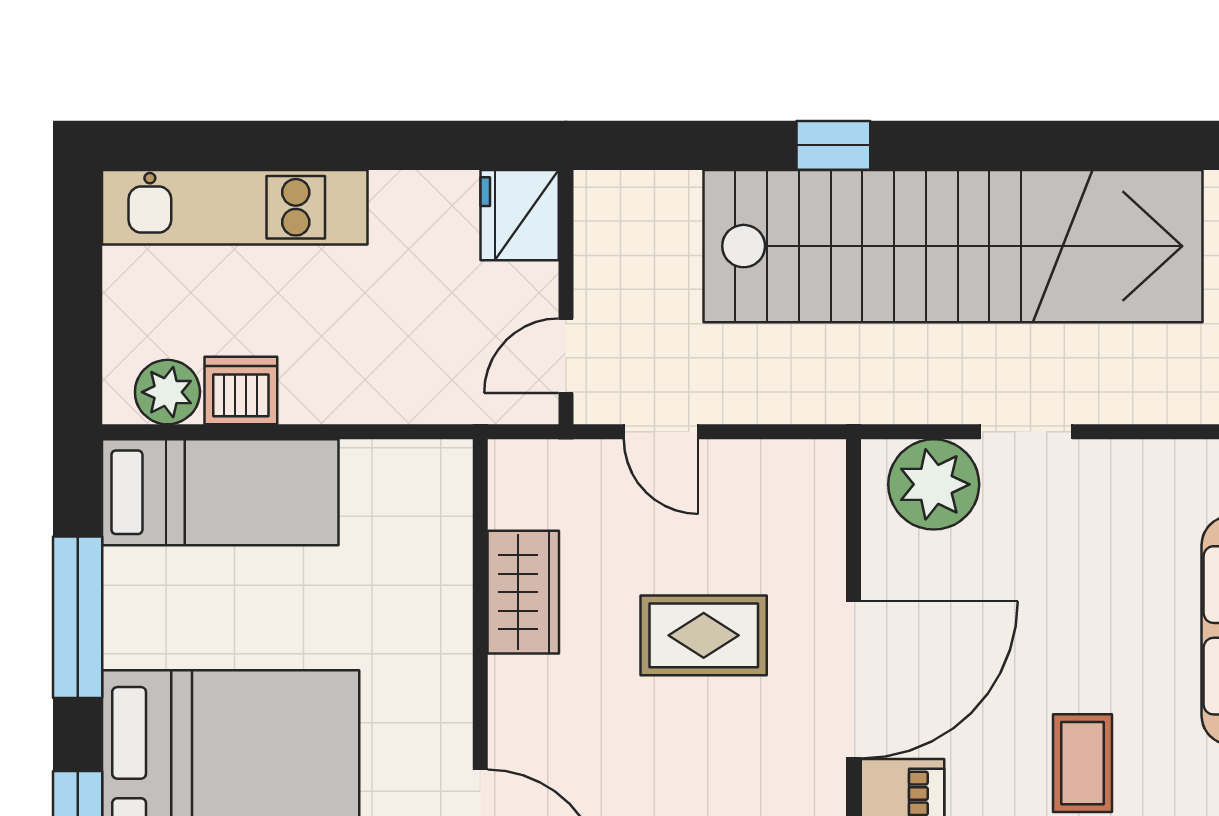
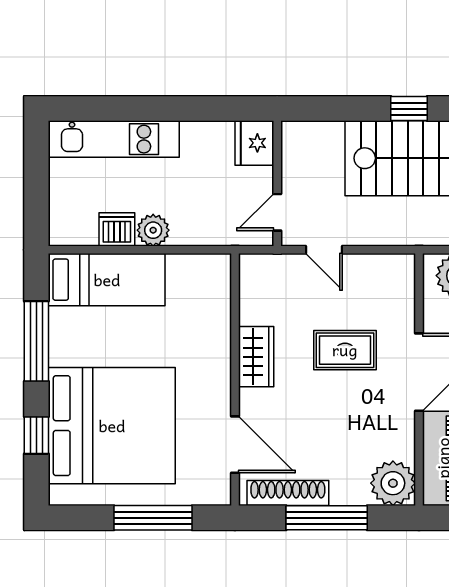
plant: (167, 392) -> (153, 230), moved
wardrobe: (523, 592) -> (256, 357), moved

